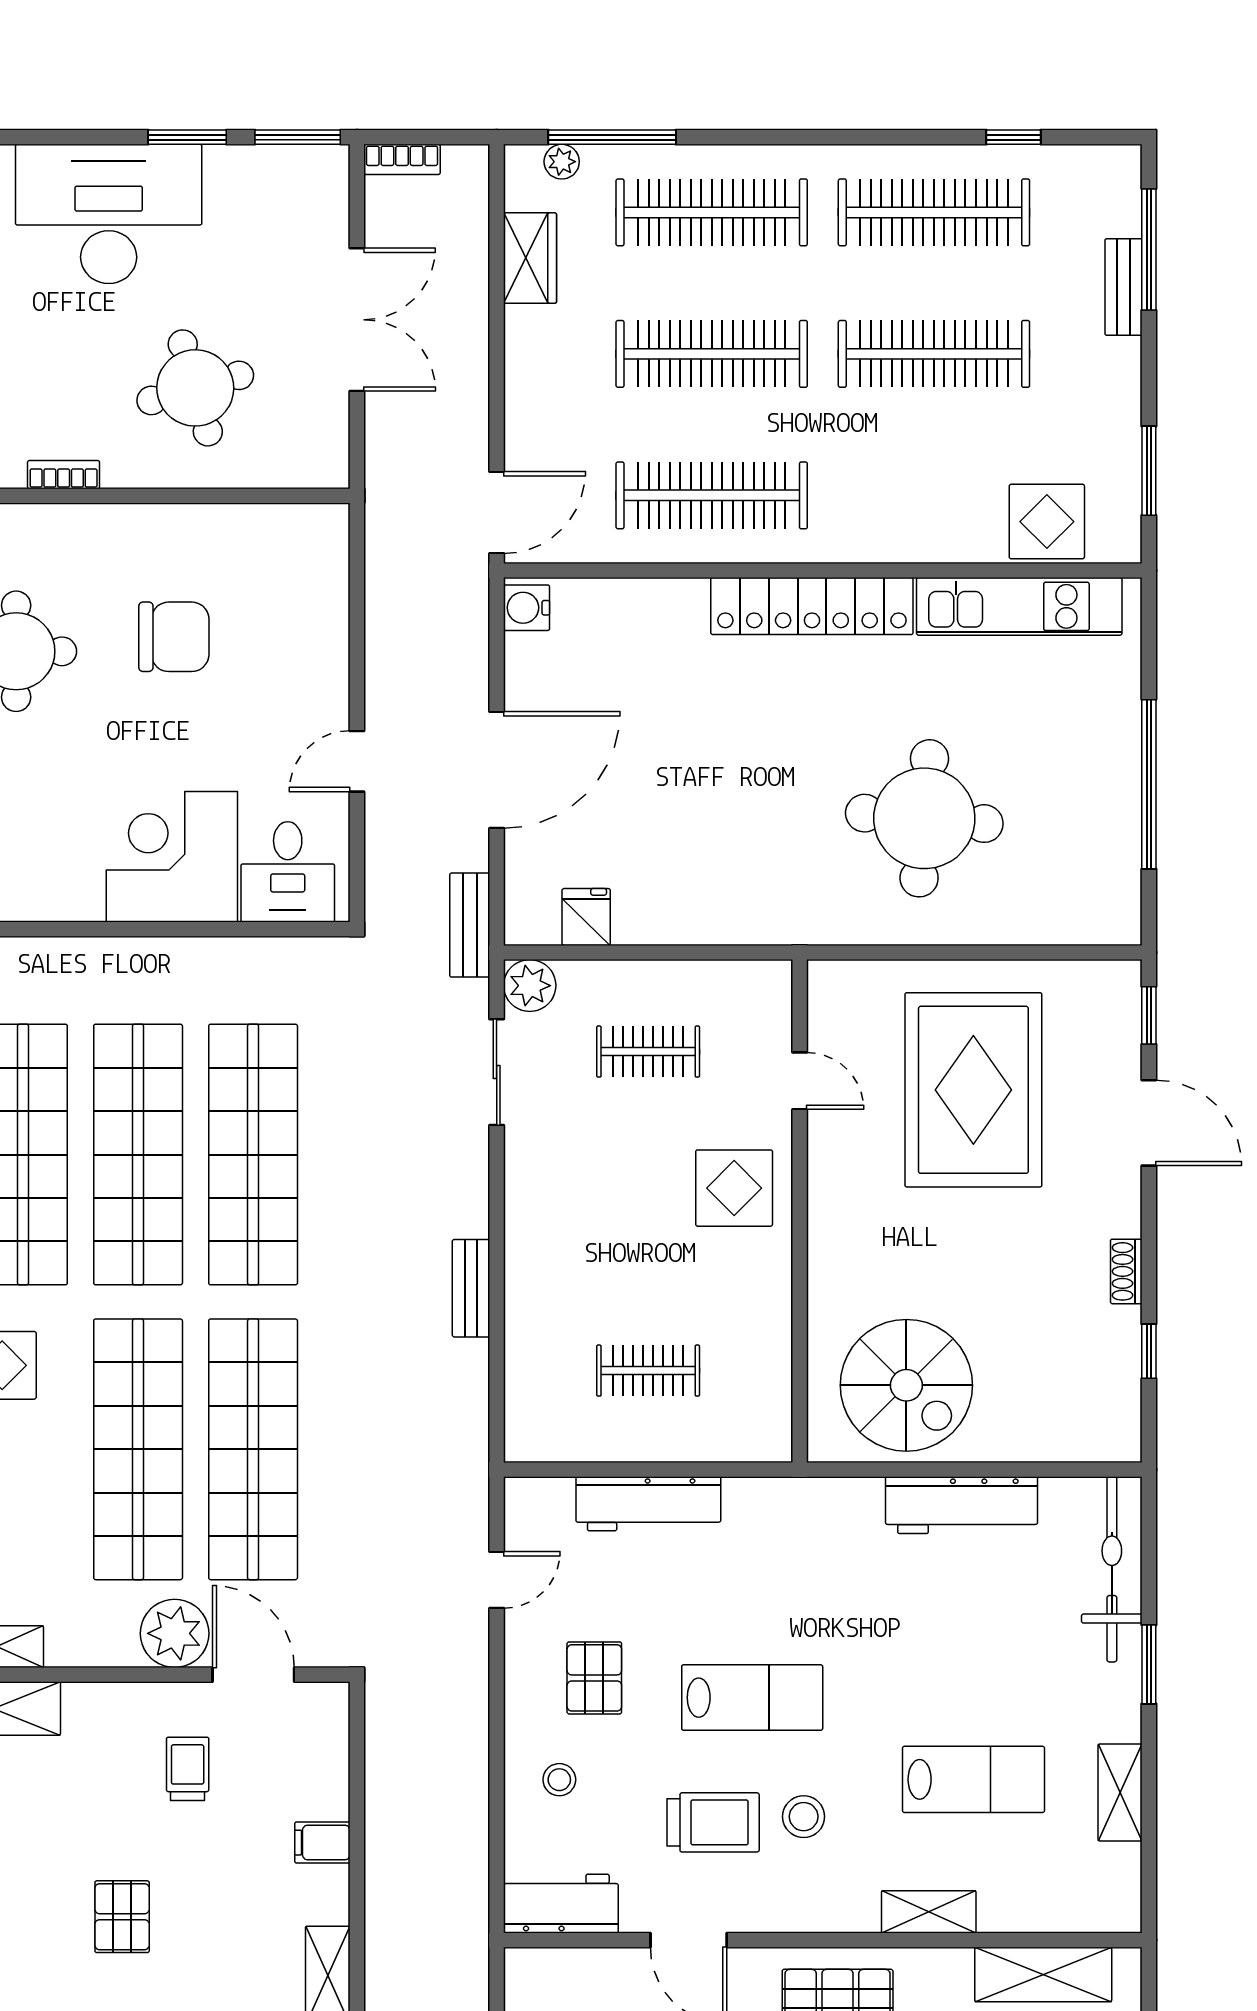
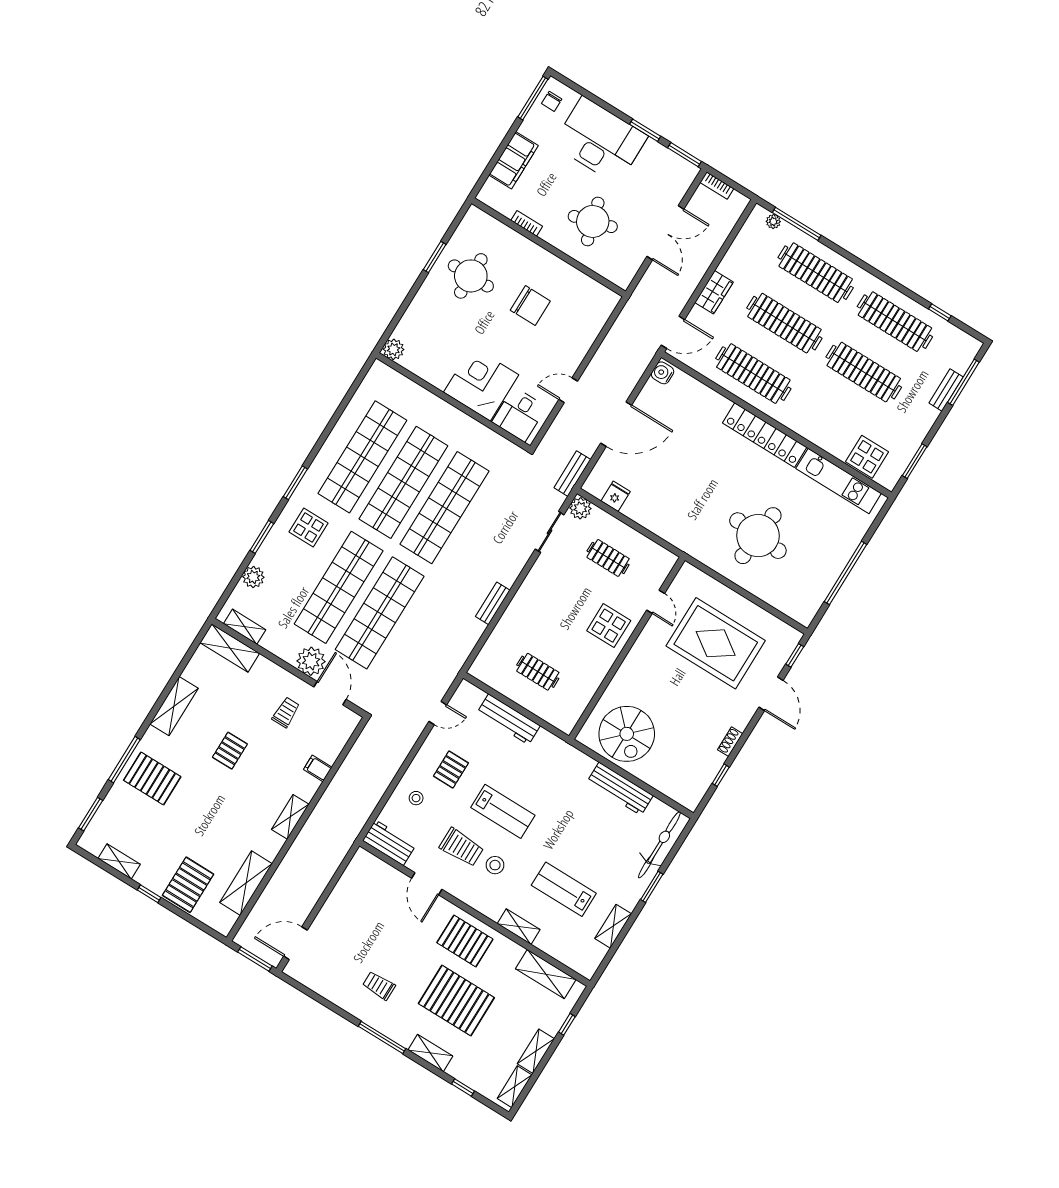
wardrobe: (530, 258) -> (714, 292), moved
rug: (973, 1090) -> (716, 643), turned 90
lab bench: (973, 1779) -> (564, 889), turned 180

